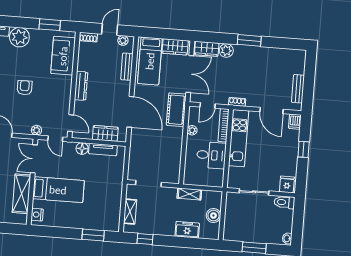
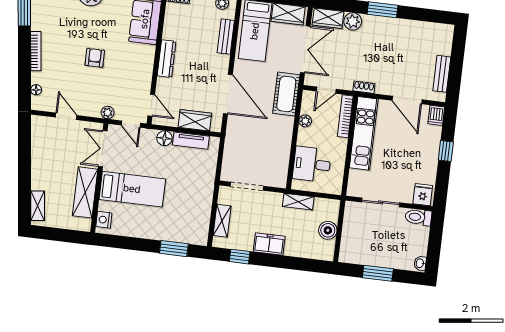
desk: (211, 155) -> (312, 164), moved, turned 180
freezer: (187, 230) -> (269, 244), moved

